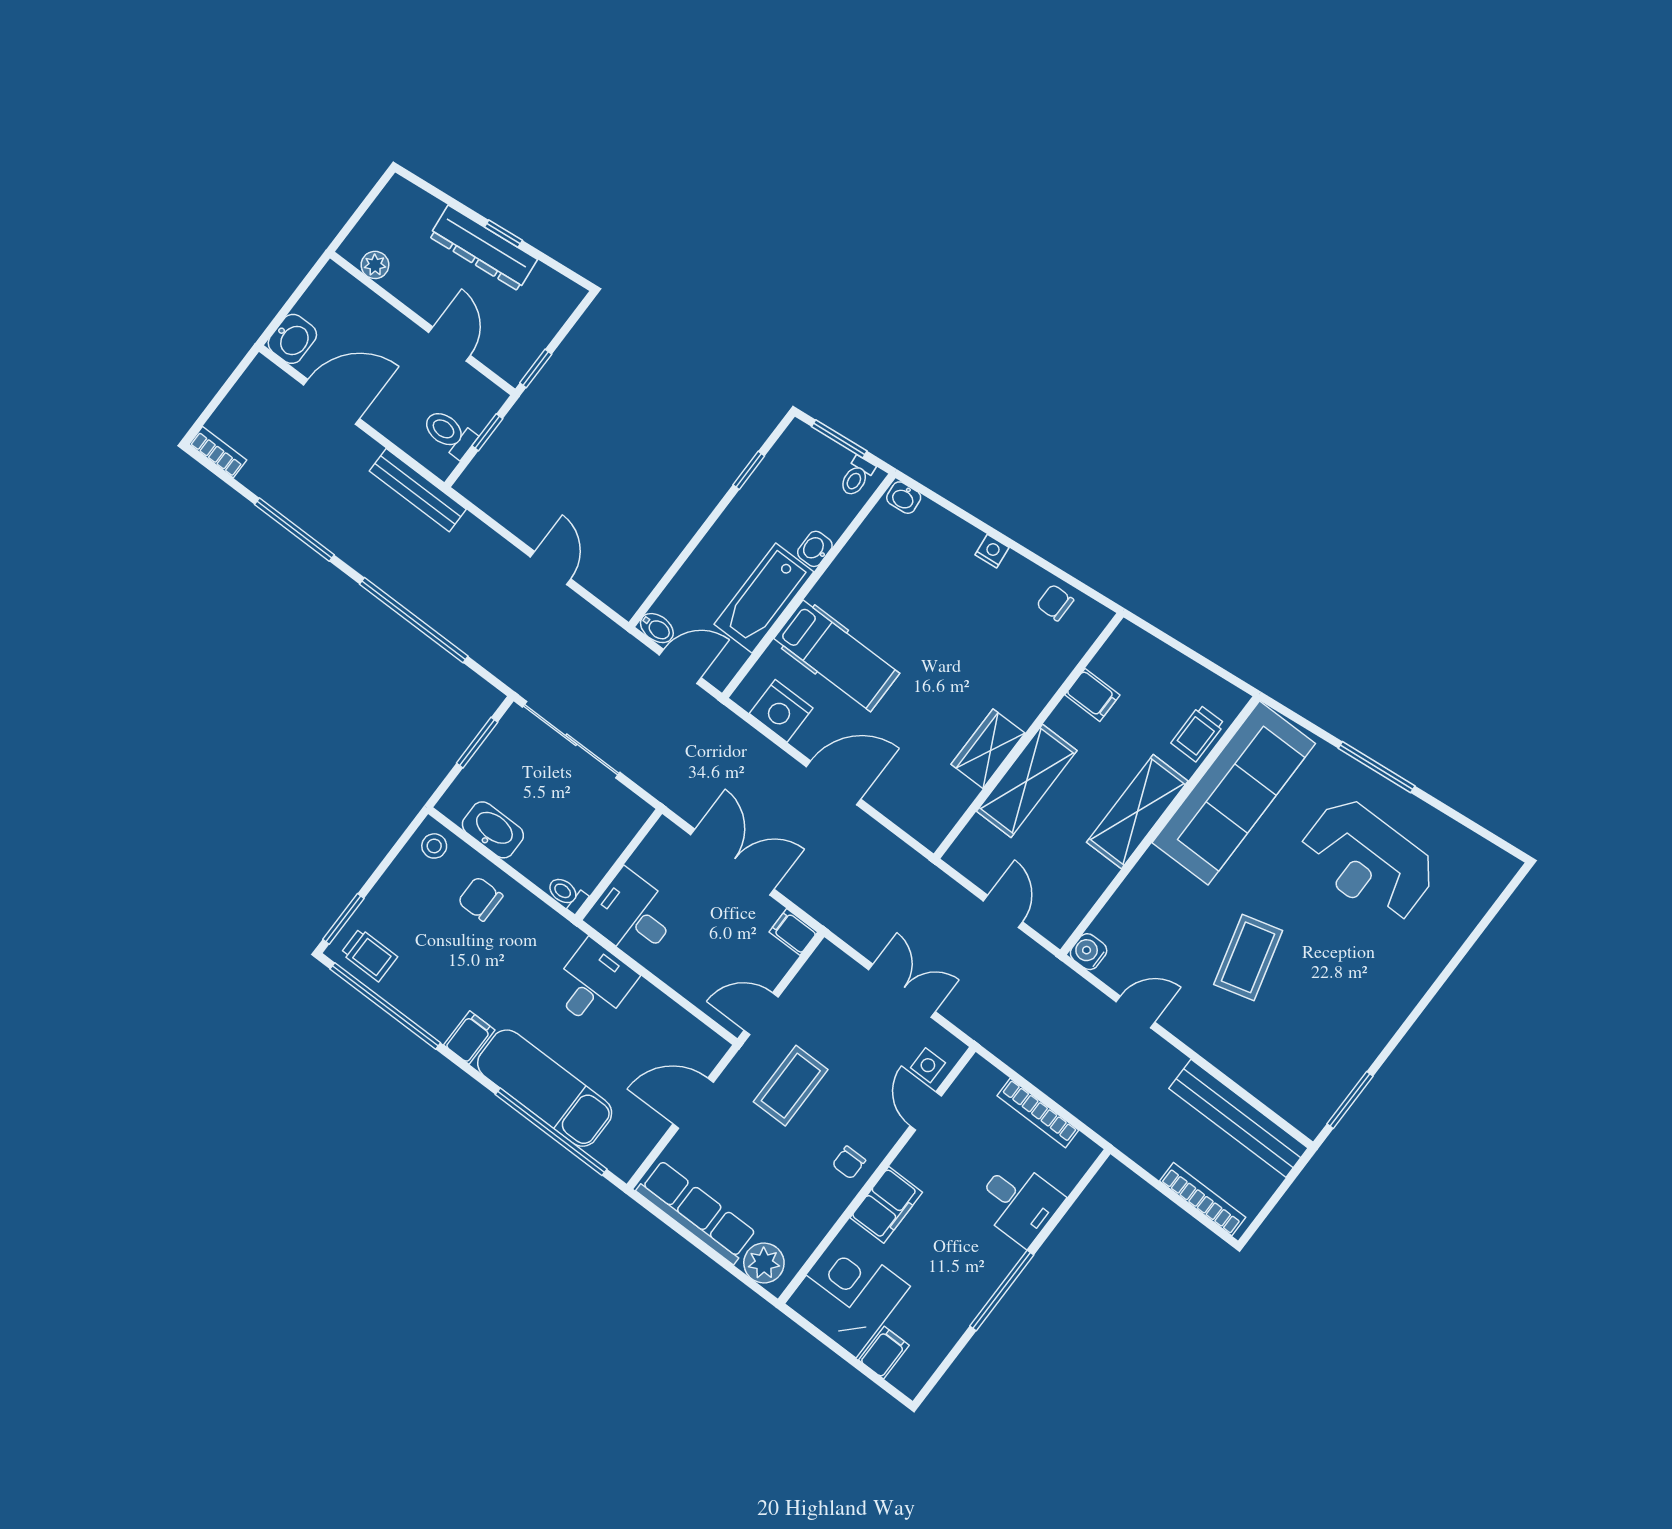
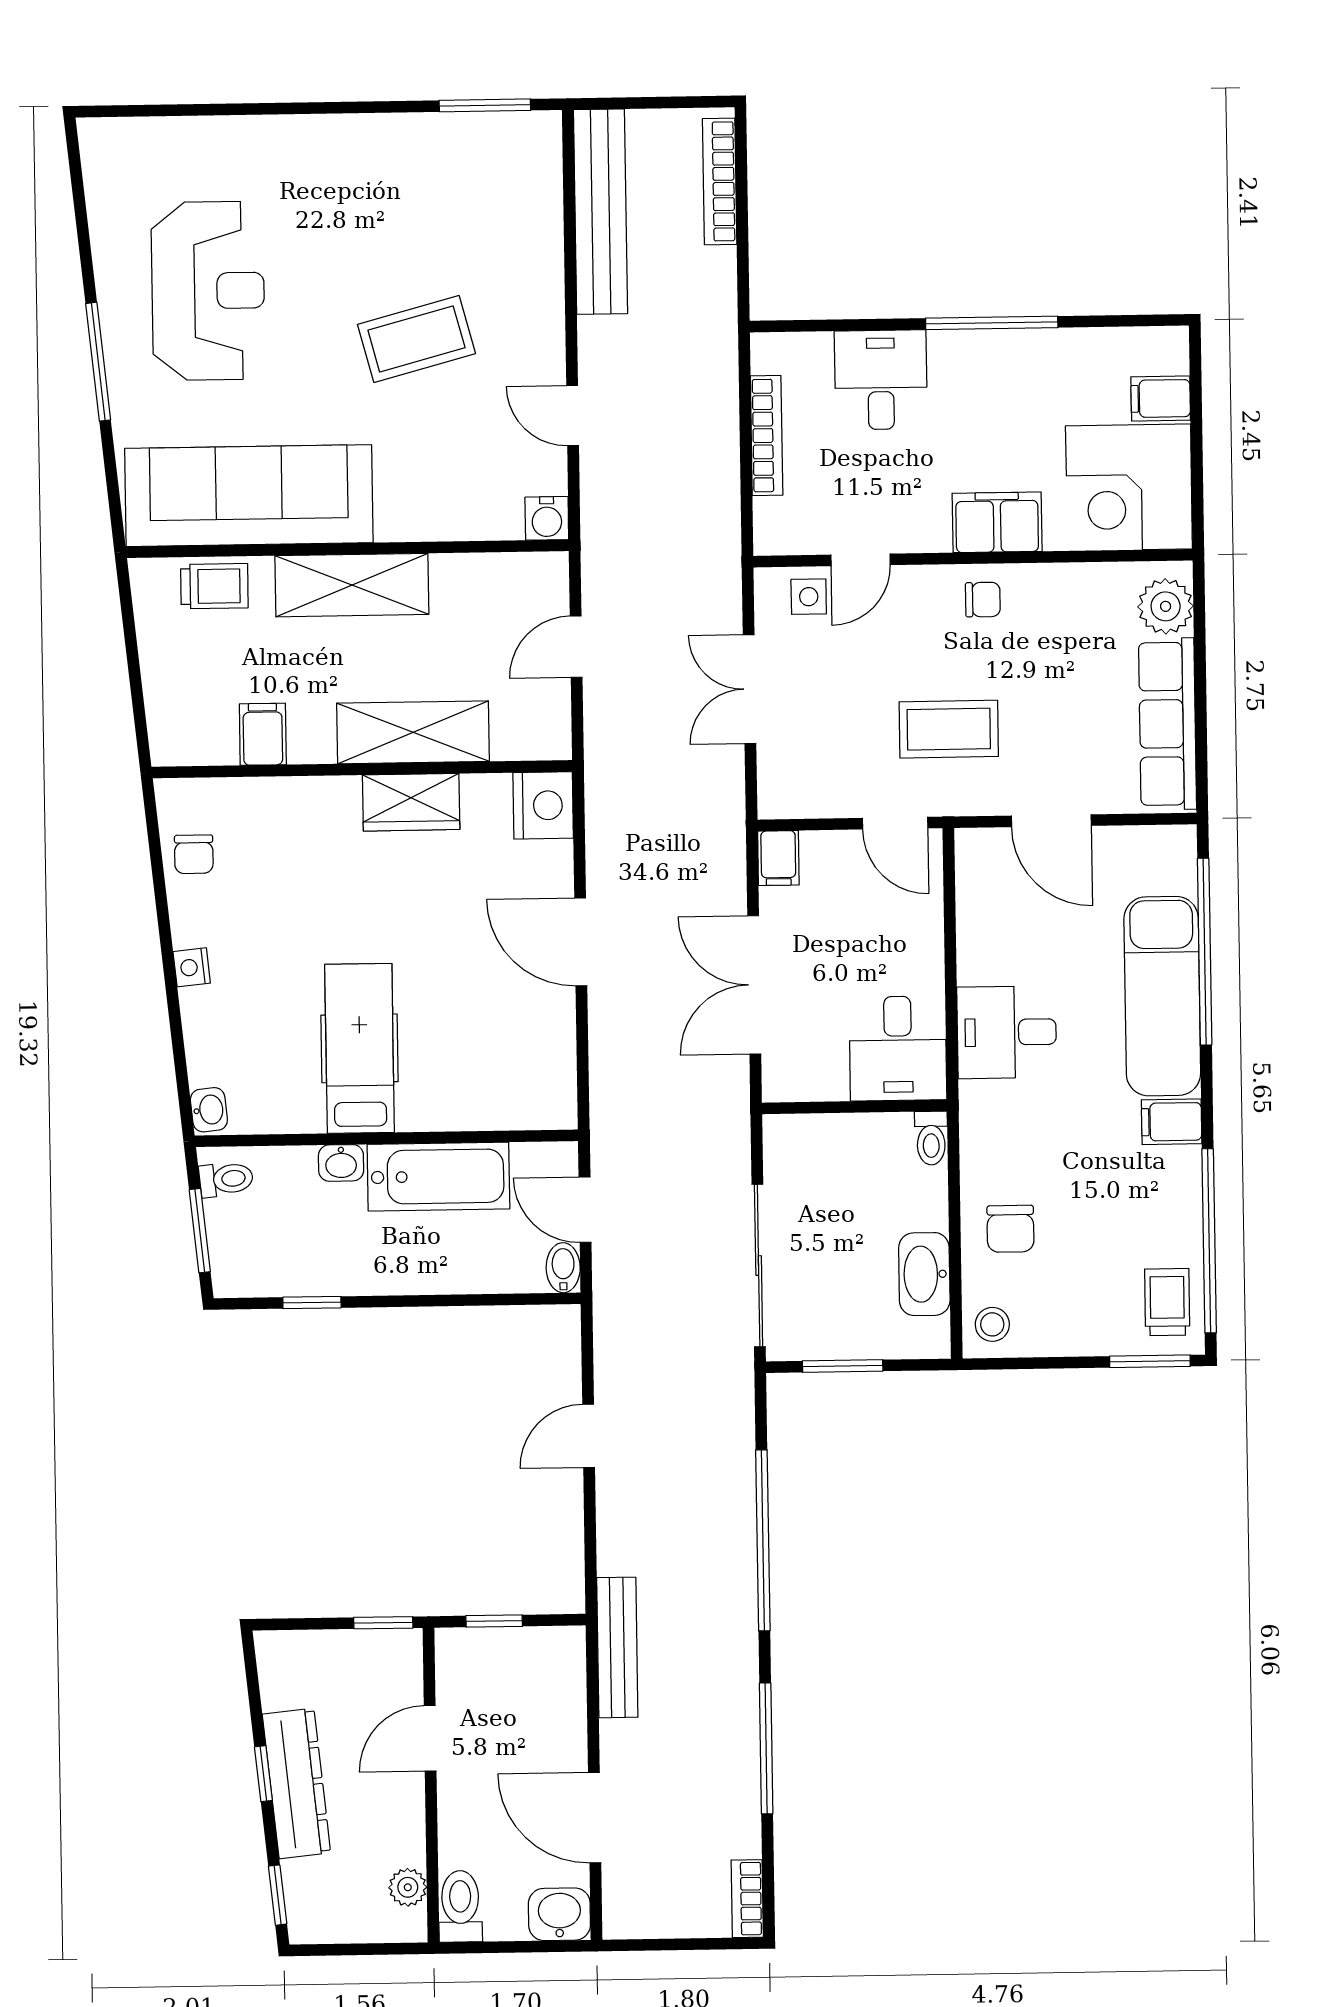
window: (428, 188) -> (278, 1895), added
toilet: (449, 433) -> (460, 1906), moved, turned 180
hospital bed: (837, 656) -> (360, 1048), moved
nightstand: (781, 711) -> (543, 805), moved

